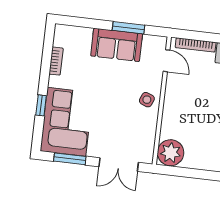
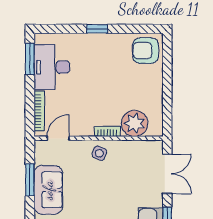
bookcase: (168, 110) -> (107, 131), added
plant: (171, 153) -> (135, 123), moved

